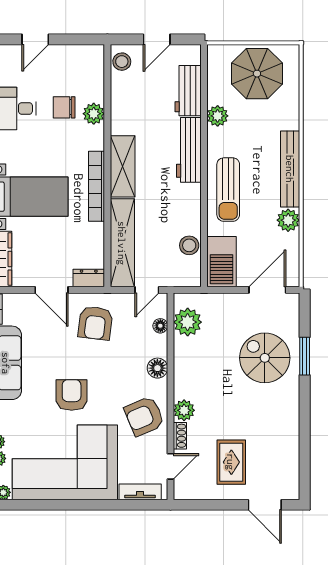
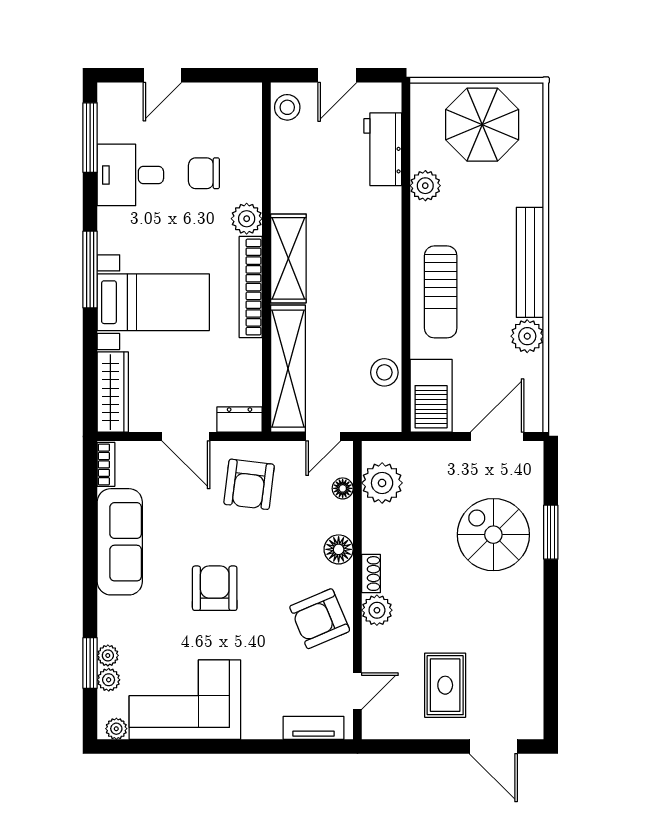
plant: (94, 114) -> (247, 219), moved
workbench: (189, 150) -> (384, 235), removed
shoe rack: (180, 436) -> (371, 574), moved
corner sofa: (65, 462) -> (185, 700), width x0.73, depth x0.74

